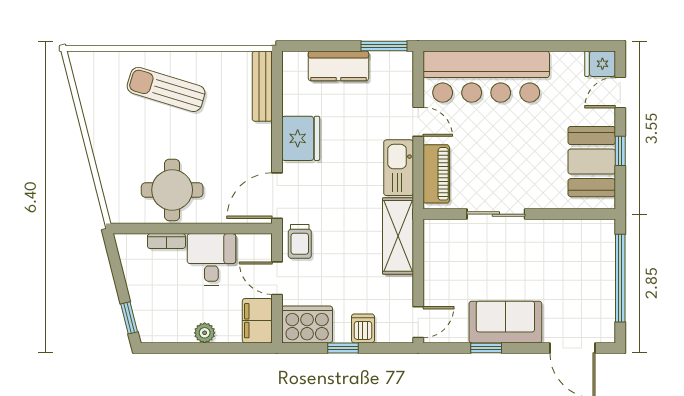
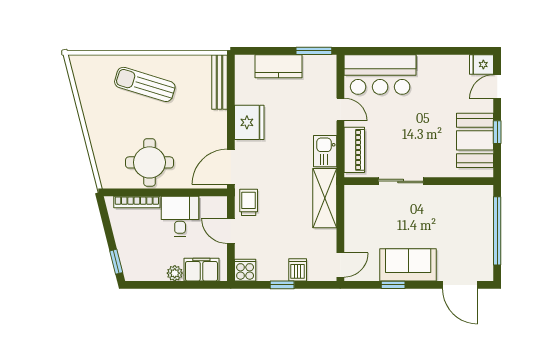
bar counter: (486, 77) -> (380, 75), width x0.73
kitchen sink: (399, 168) -> (325, 151), width x0.73
bookcase: (166, 241) -> (137, 202), width x1.56
trolley: (300, 241) -> (249, 202), turned 180
filing cabinet: (257, 321) -> (201, 270), moved, turned 90
cooker: (307, 324) -> (245, 270), width x0.53, depth x0.76

